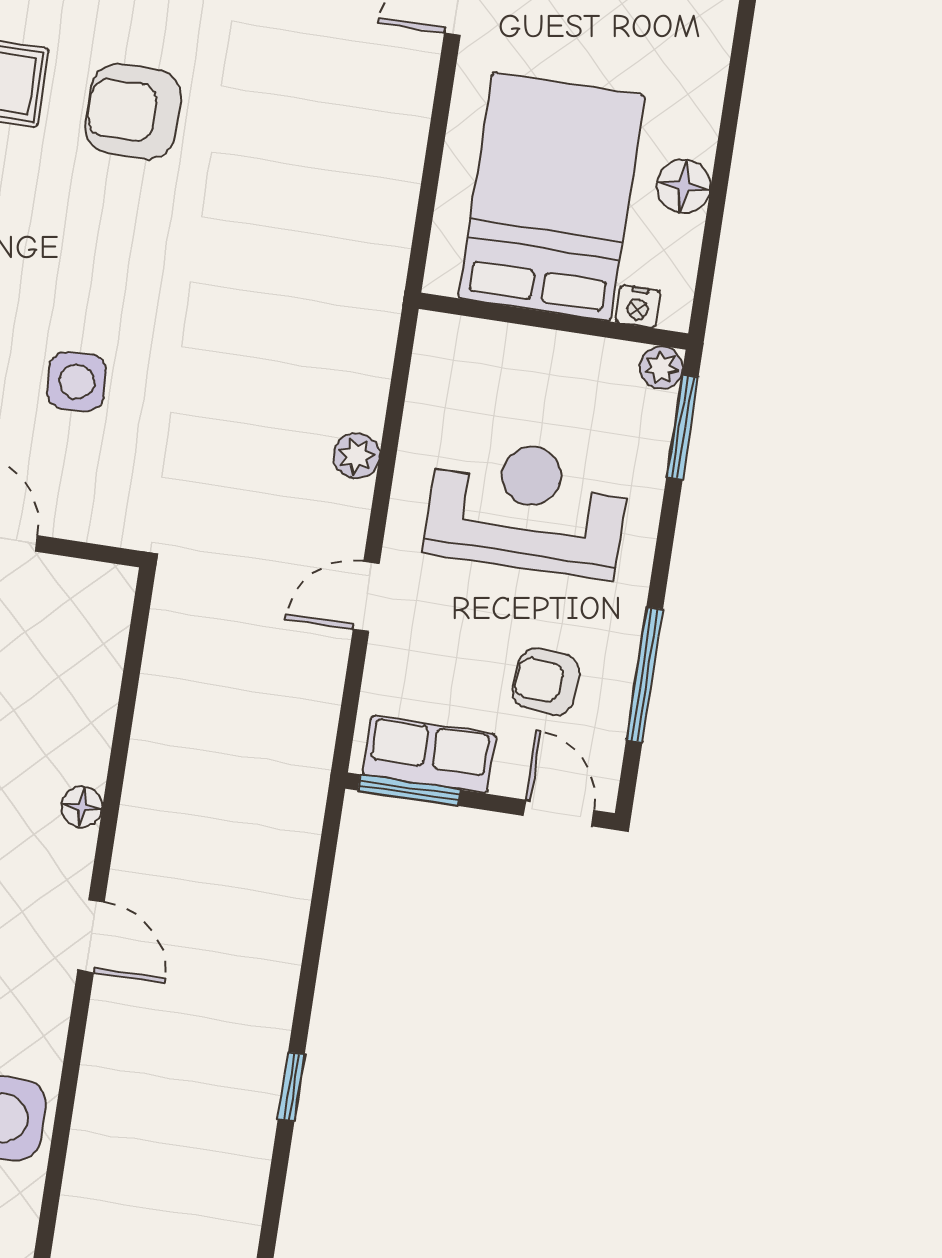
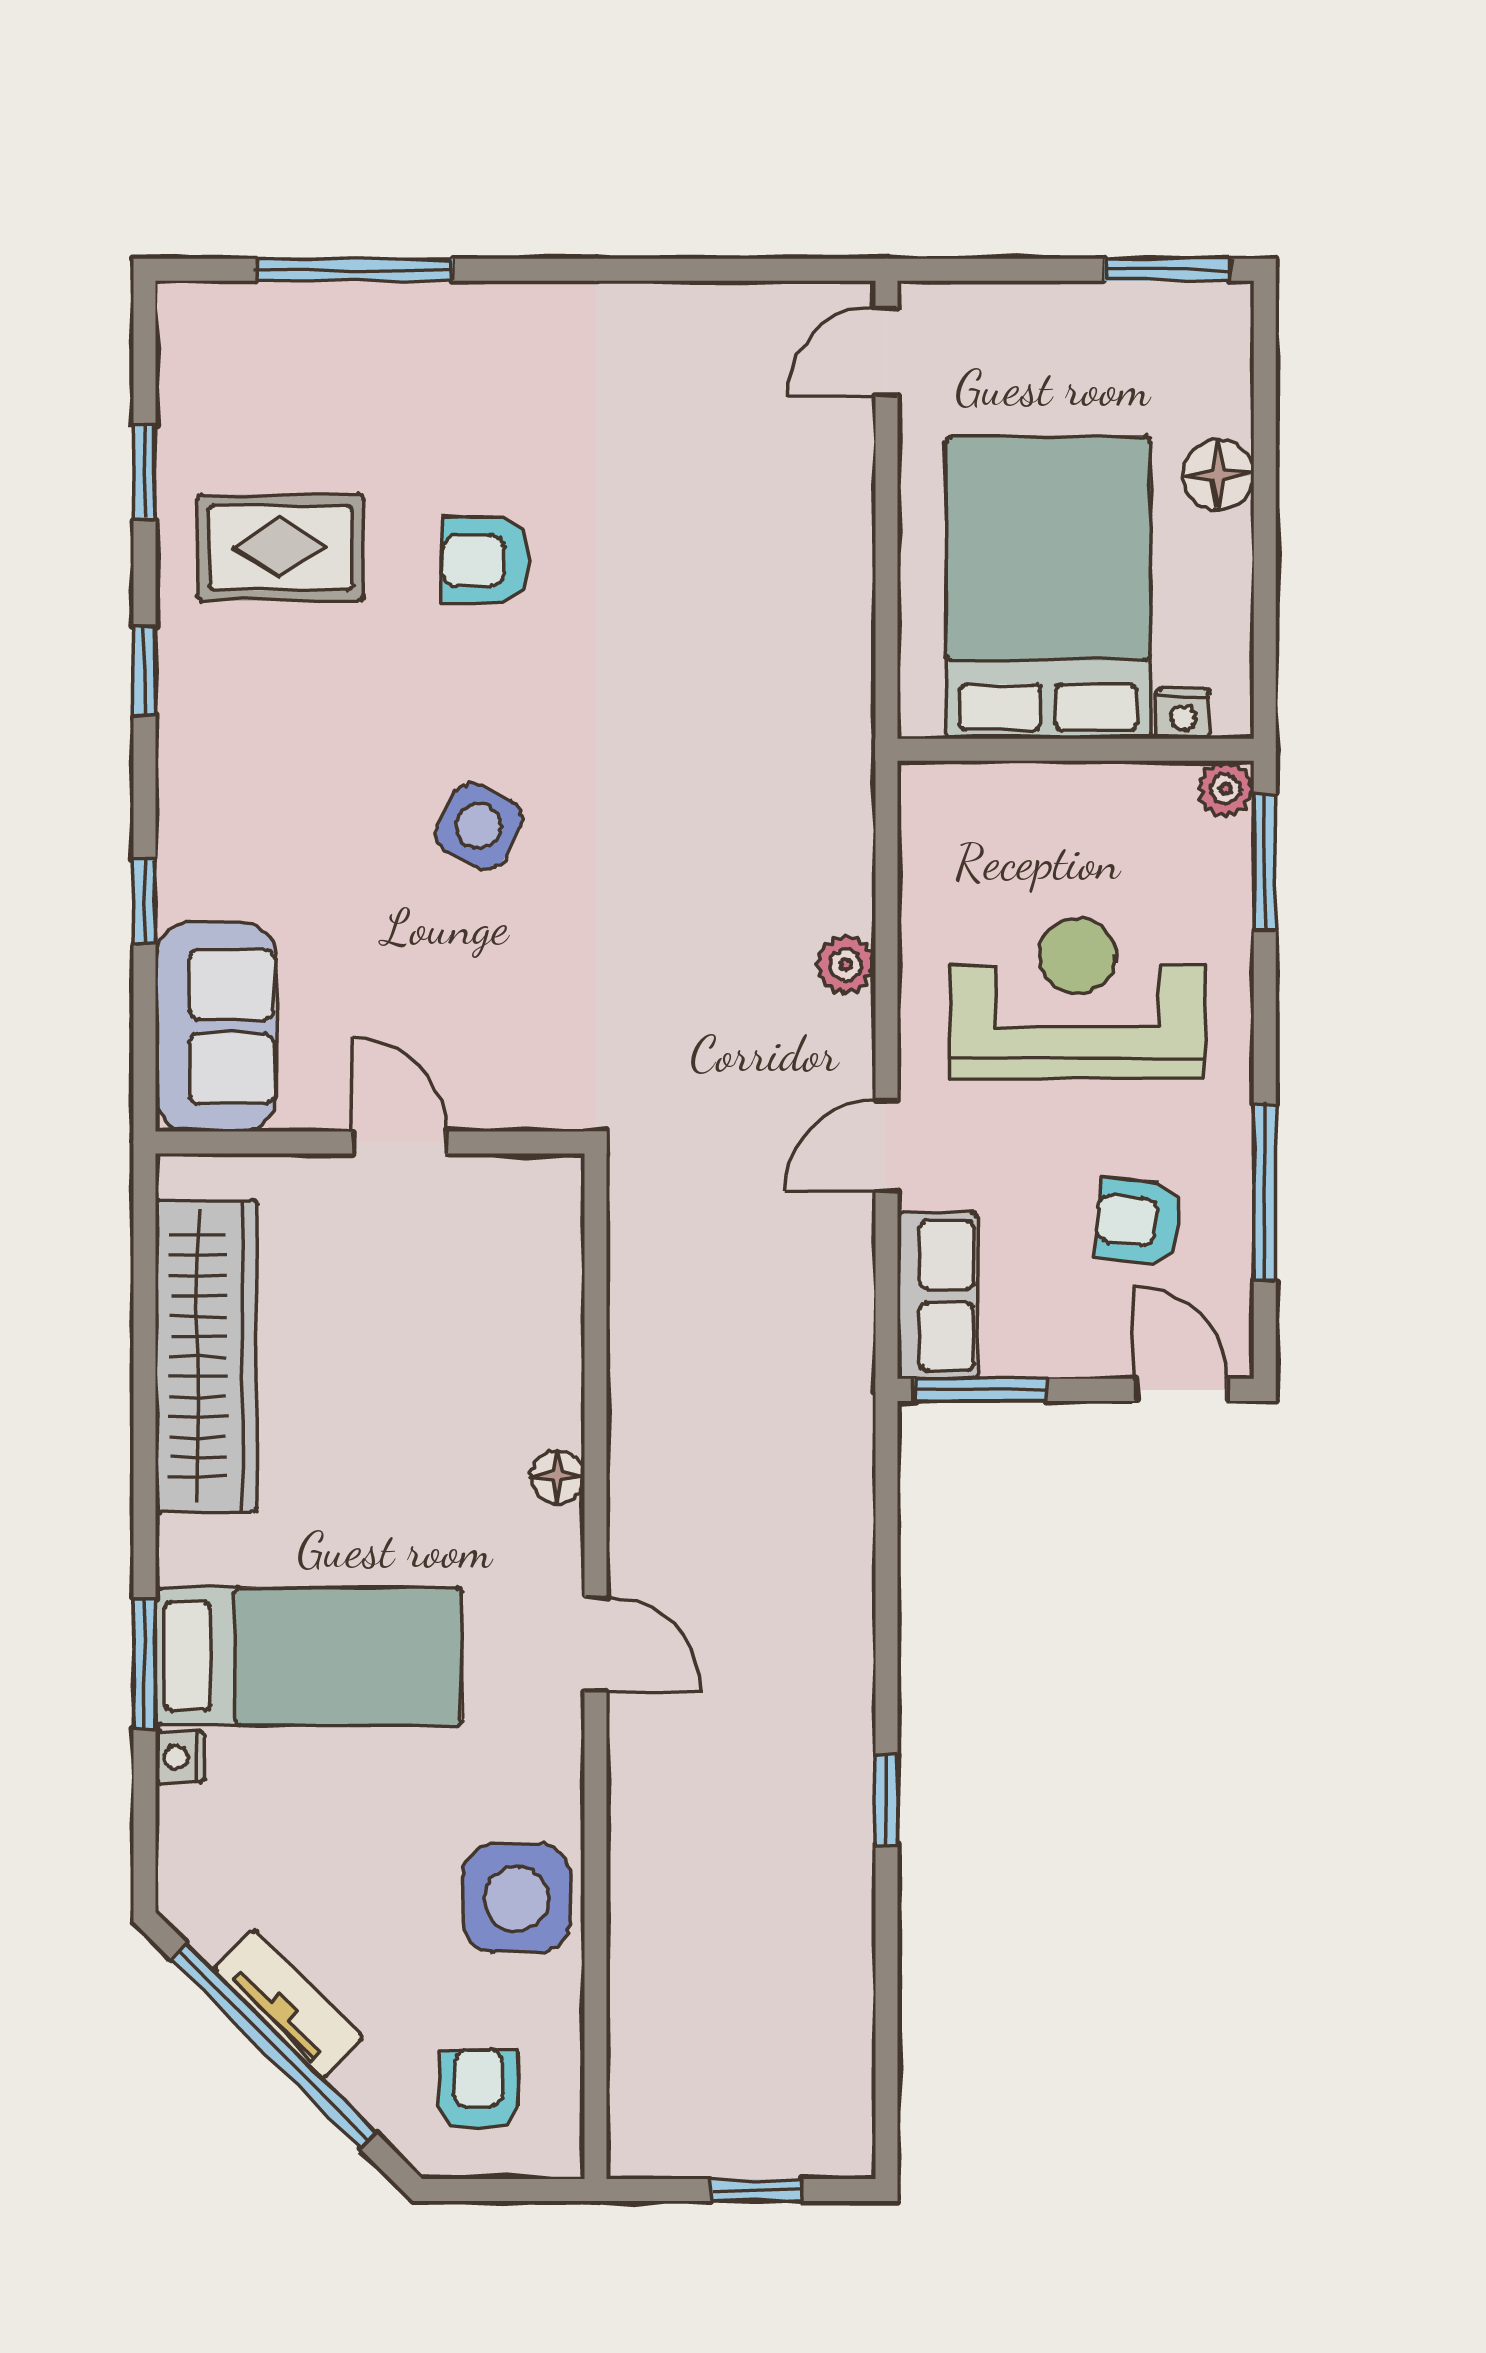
armchair: (133, 111) -> (486, 560), width x0.72, depth x0.72
floor lamp: (684, 186) -> (1218, 475), moved
side table: (77, 382) -> (479, 826), moved, turned 31
row of seats: (429, 754) -> (937, 1296), moved, turned 90

